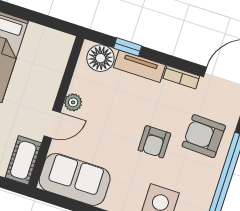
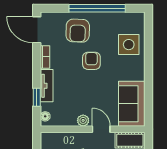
floor lamp: (100, 58) -> (45, 116), width x0.53, depth x0.53
armchair: (154, 142) -> (91, 61), turned -90

